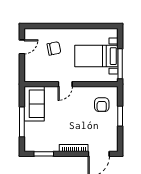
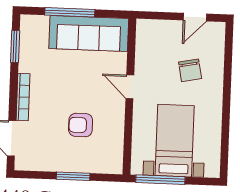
door: (22, 47) -> (195, 17), hinge flipped
sofa: (34, 104) -> (89, 33), width x1.36
armchair: (102, 105) -> (81, 125), moved

